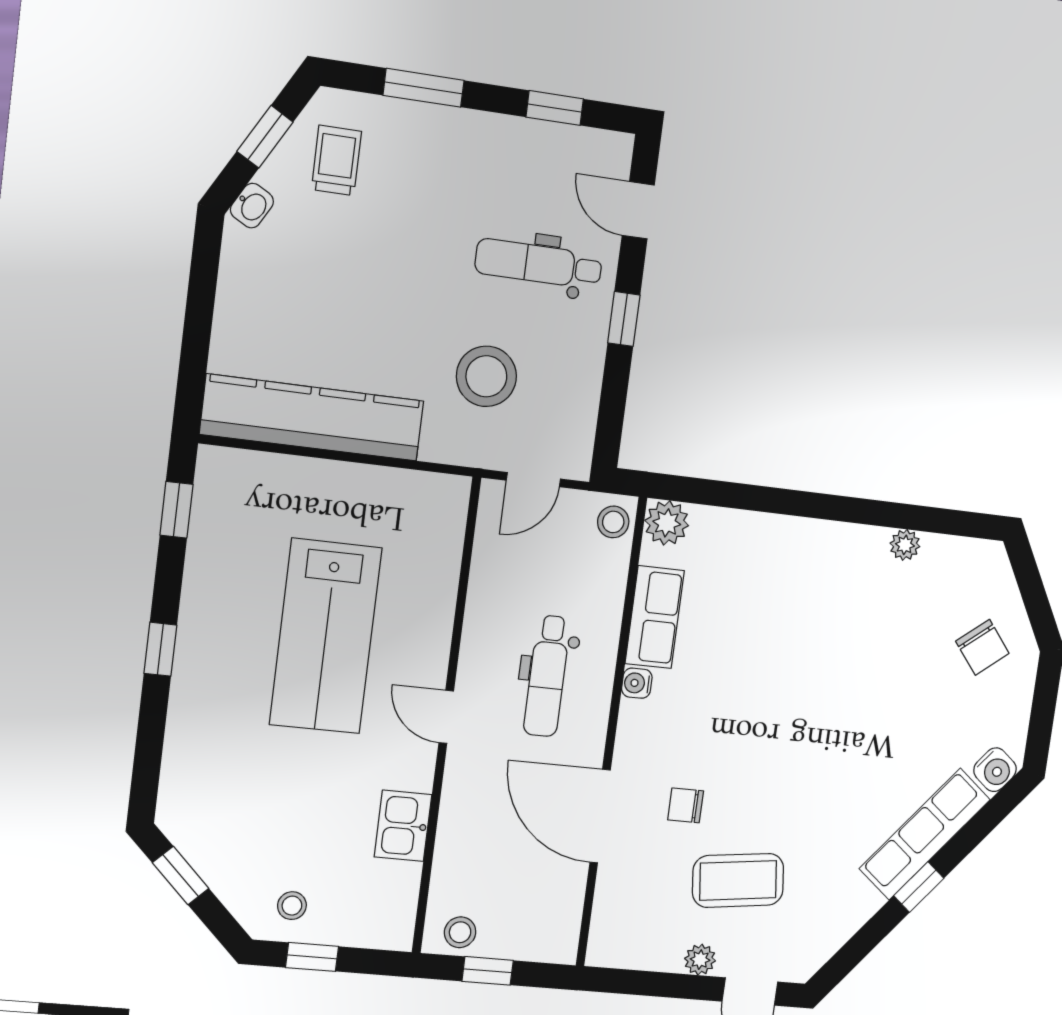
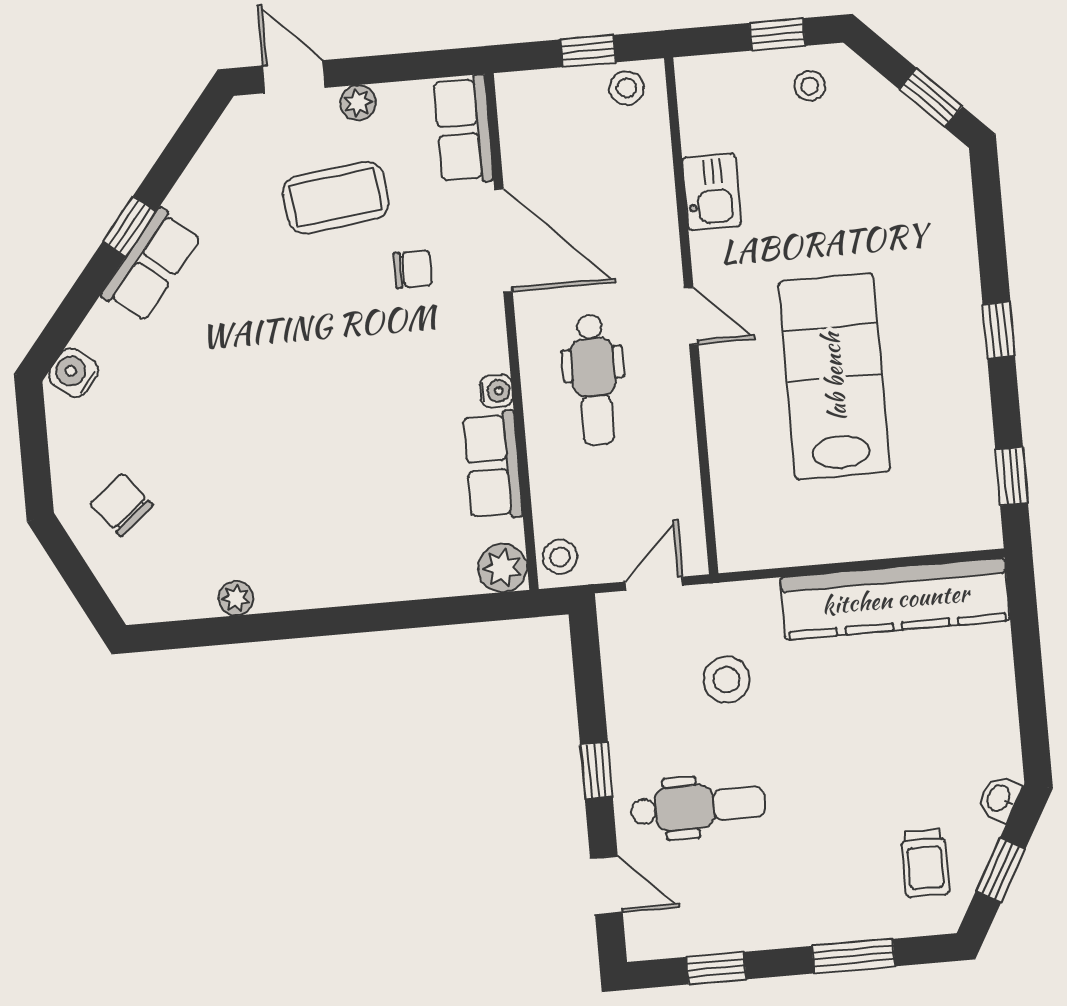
stool: (486, 376) -> (727, 680), width x0.73, depth x0.73
dental chair: (547, 676) -> (594, 380), turned 180
row of seats: (925, 834) -> (151, 265), width x0.68
row of seats: (613, 920) -> (463, 130), added

